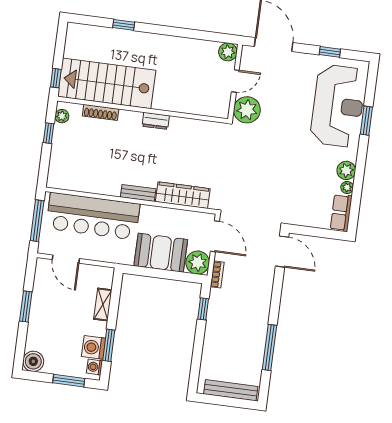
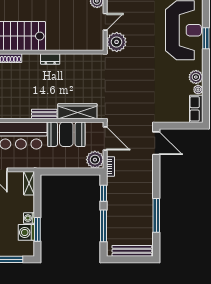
booth: (161, 253) -> (66, 134), moved
shelving: (103, 305) -> (29, 183), moved
window: (197, 352) -> (104, 226), added
washing machine: (94, 367) -> (29, 218), moved

